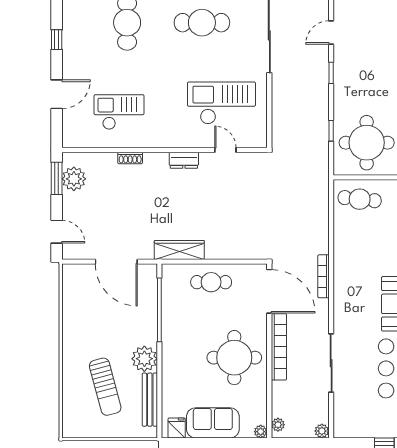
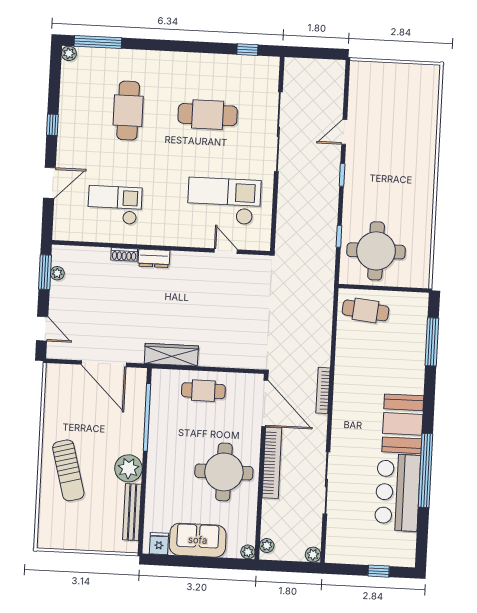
dresser: (184, 160) -> (154, 258), moved
plant: (74, 179) -> (57, 273), width x0.53, depth x0.53
sun lounger: (105, 387) -> (68, 470), moved

